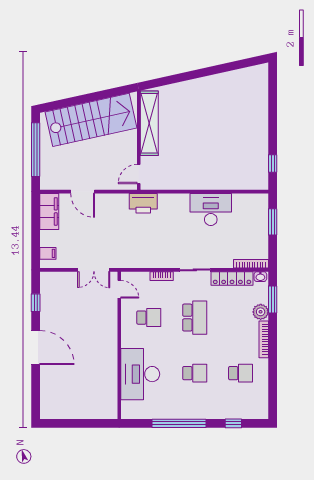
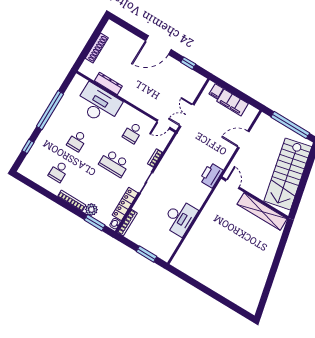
window: (273, 164) -> (185, 278), removed
filing cabinet: (49, 211) -> (233, 102), moved
dresser: (111, 377) -> (108, 83), added
shoe rack: (80, 413) -> (97, 48), added

